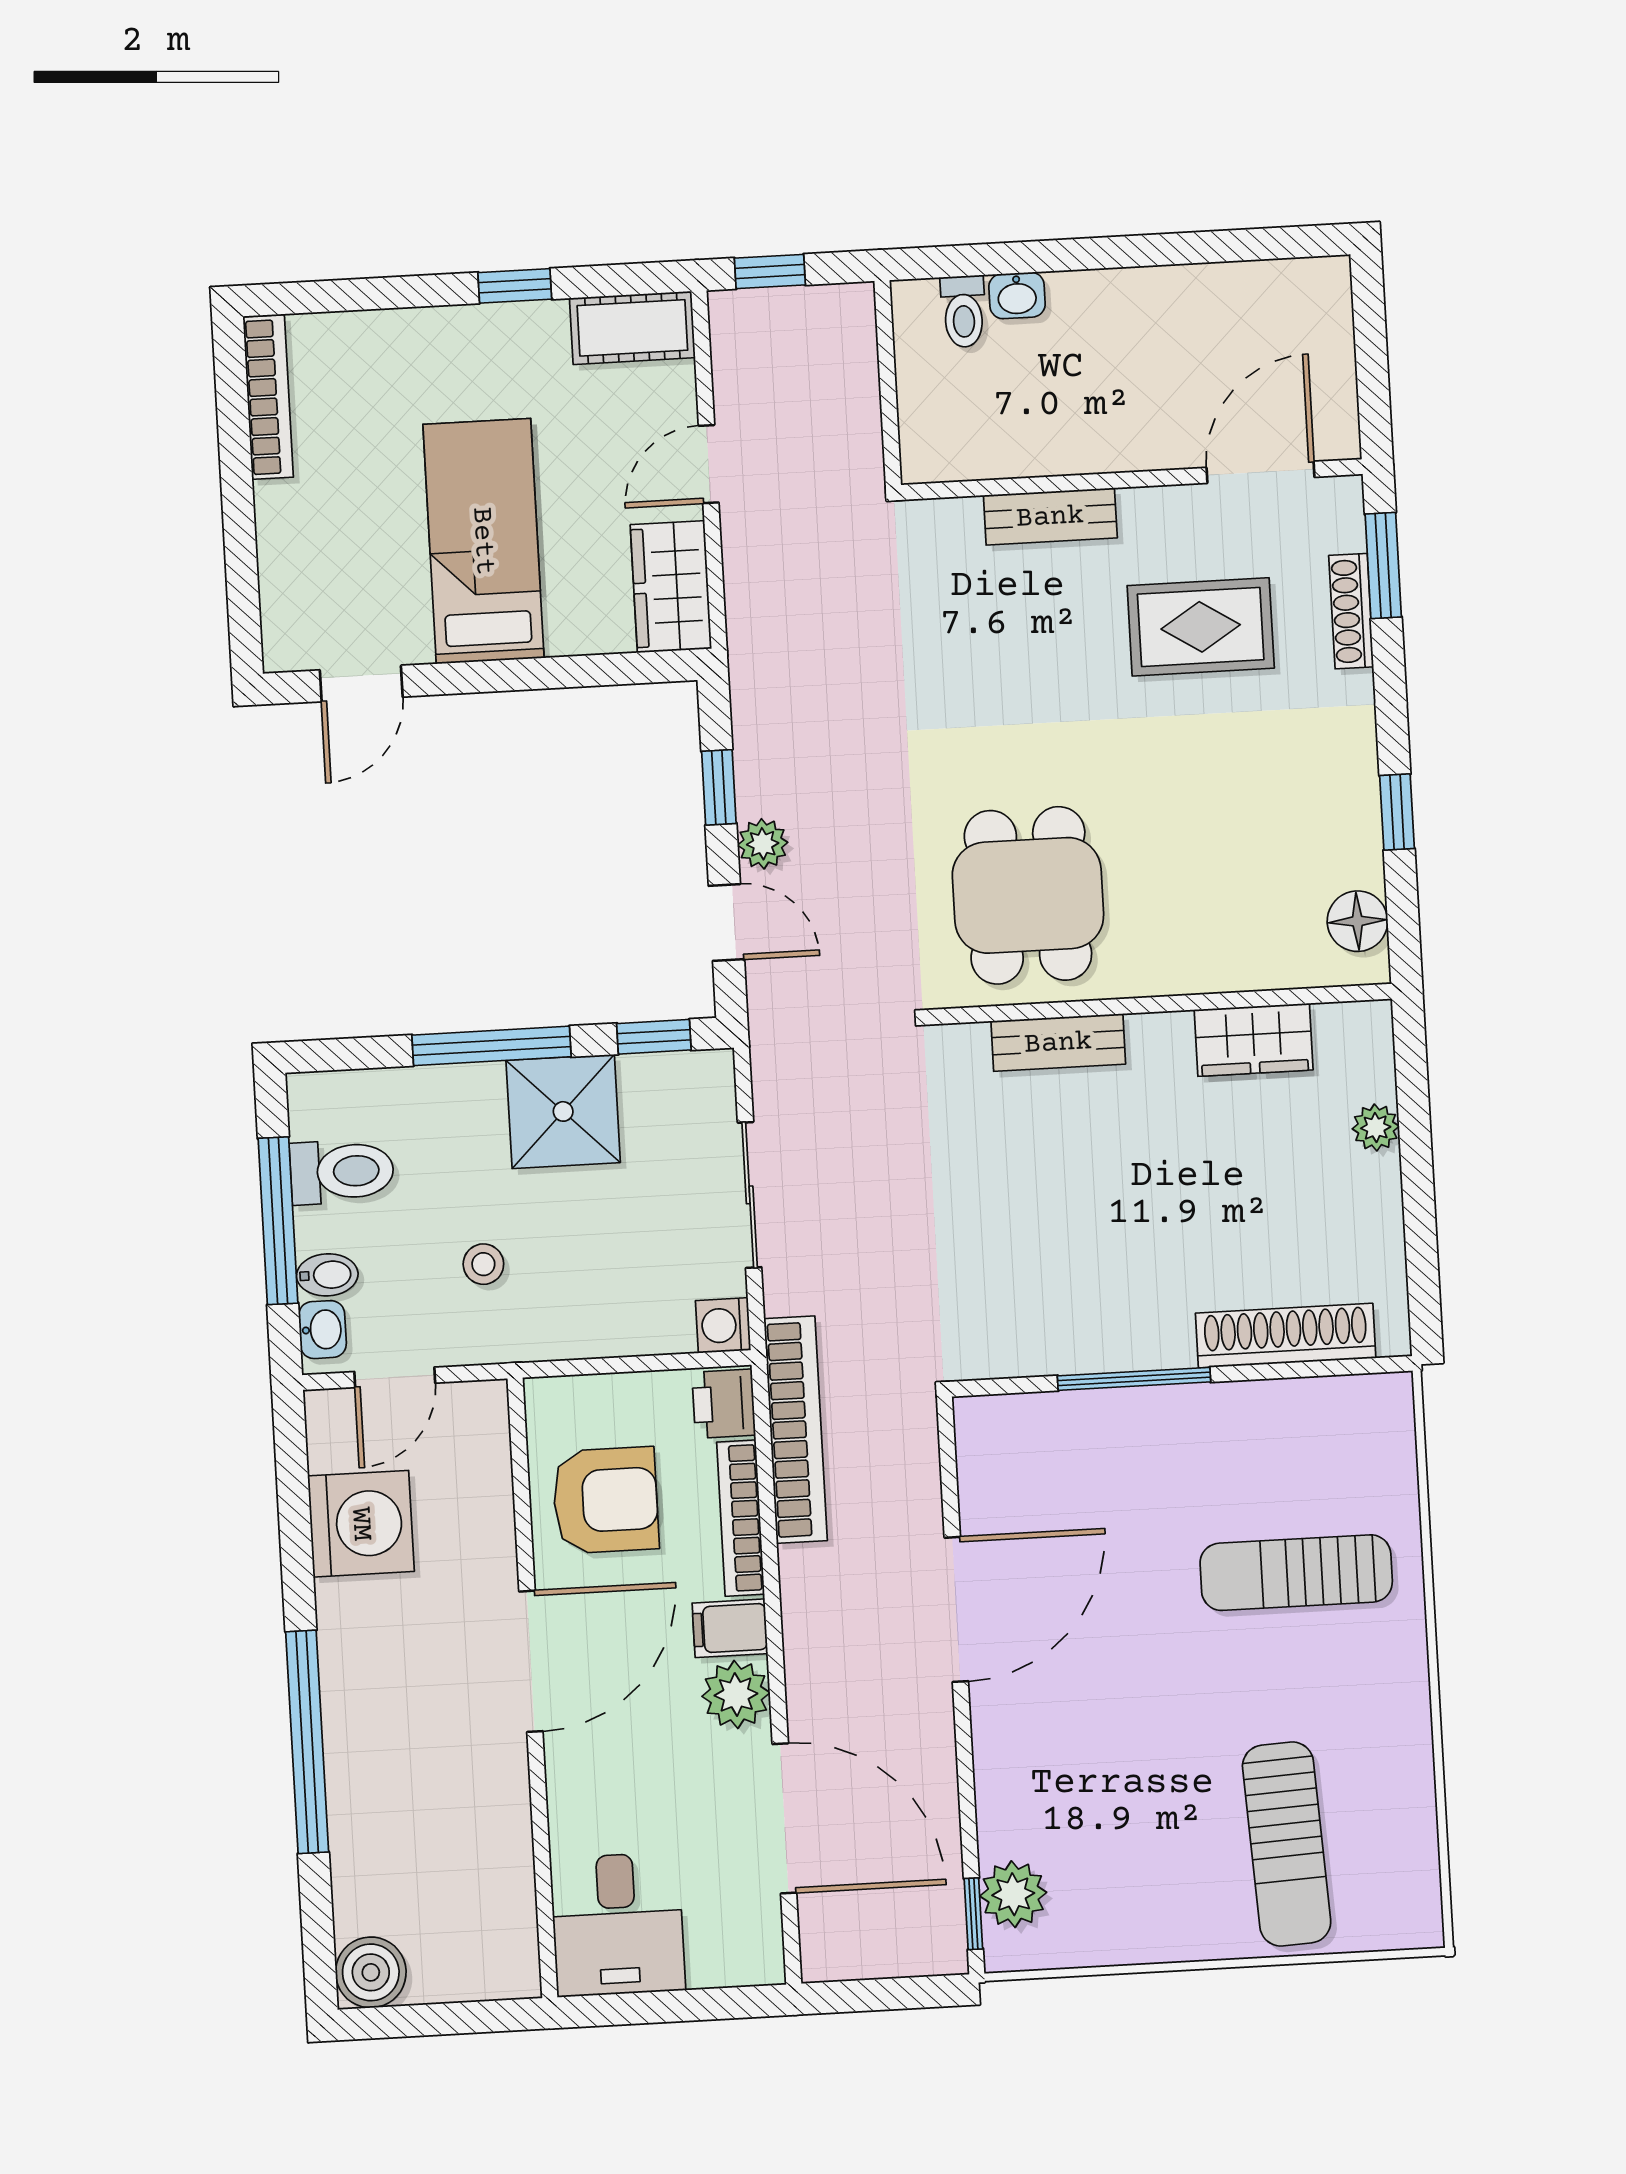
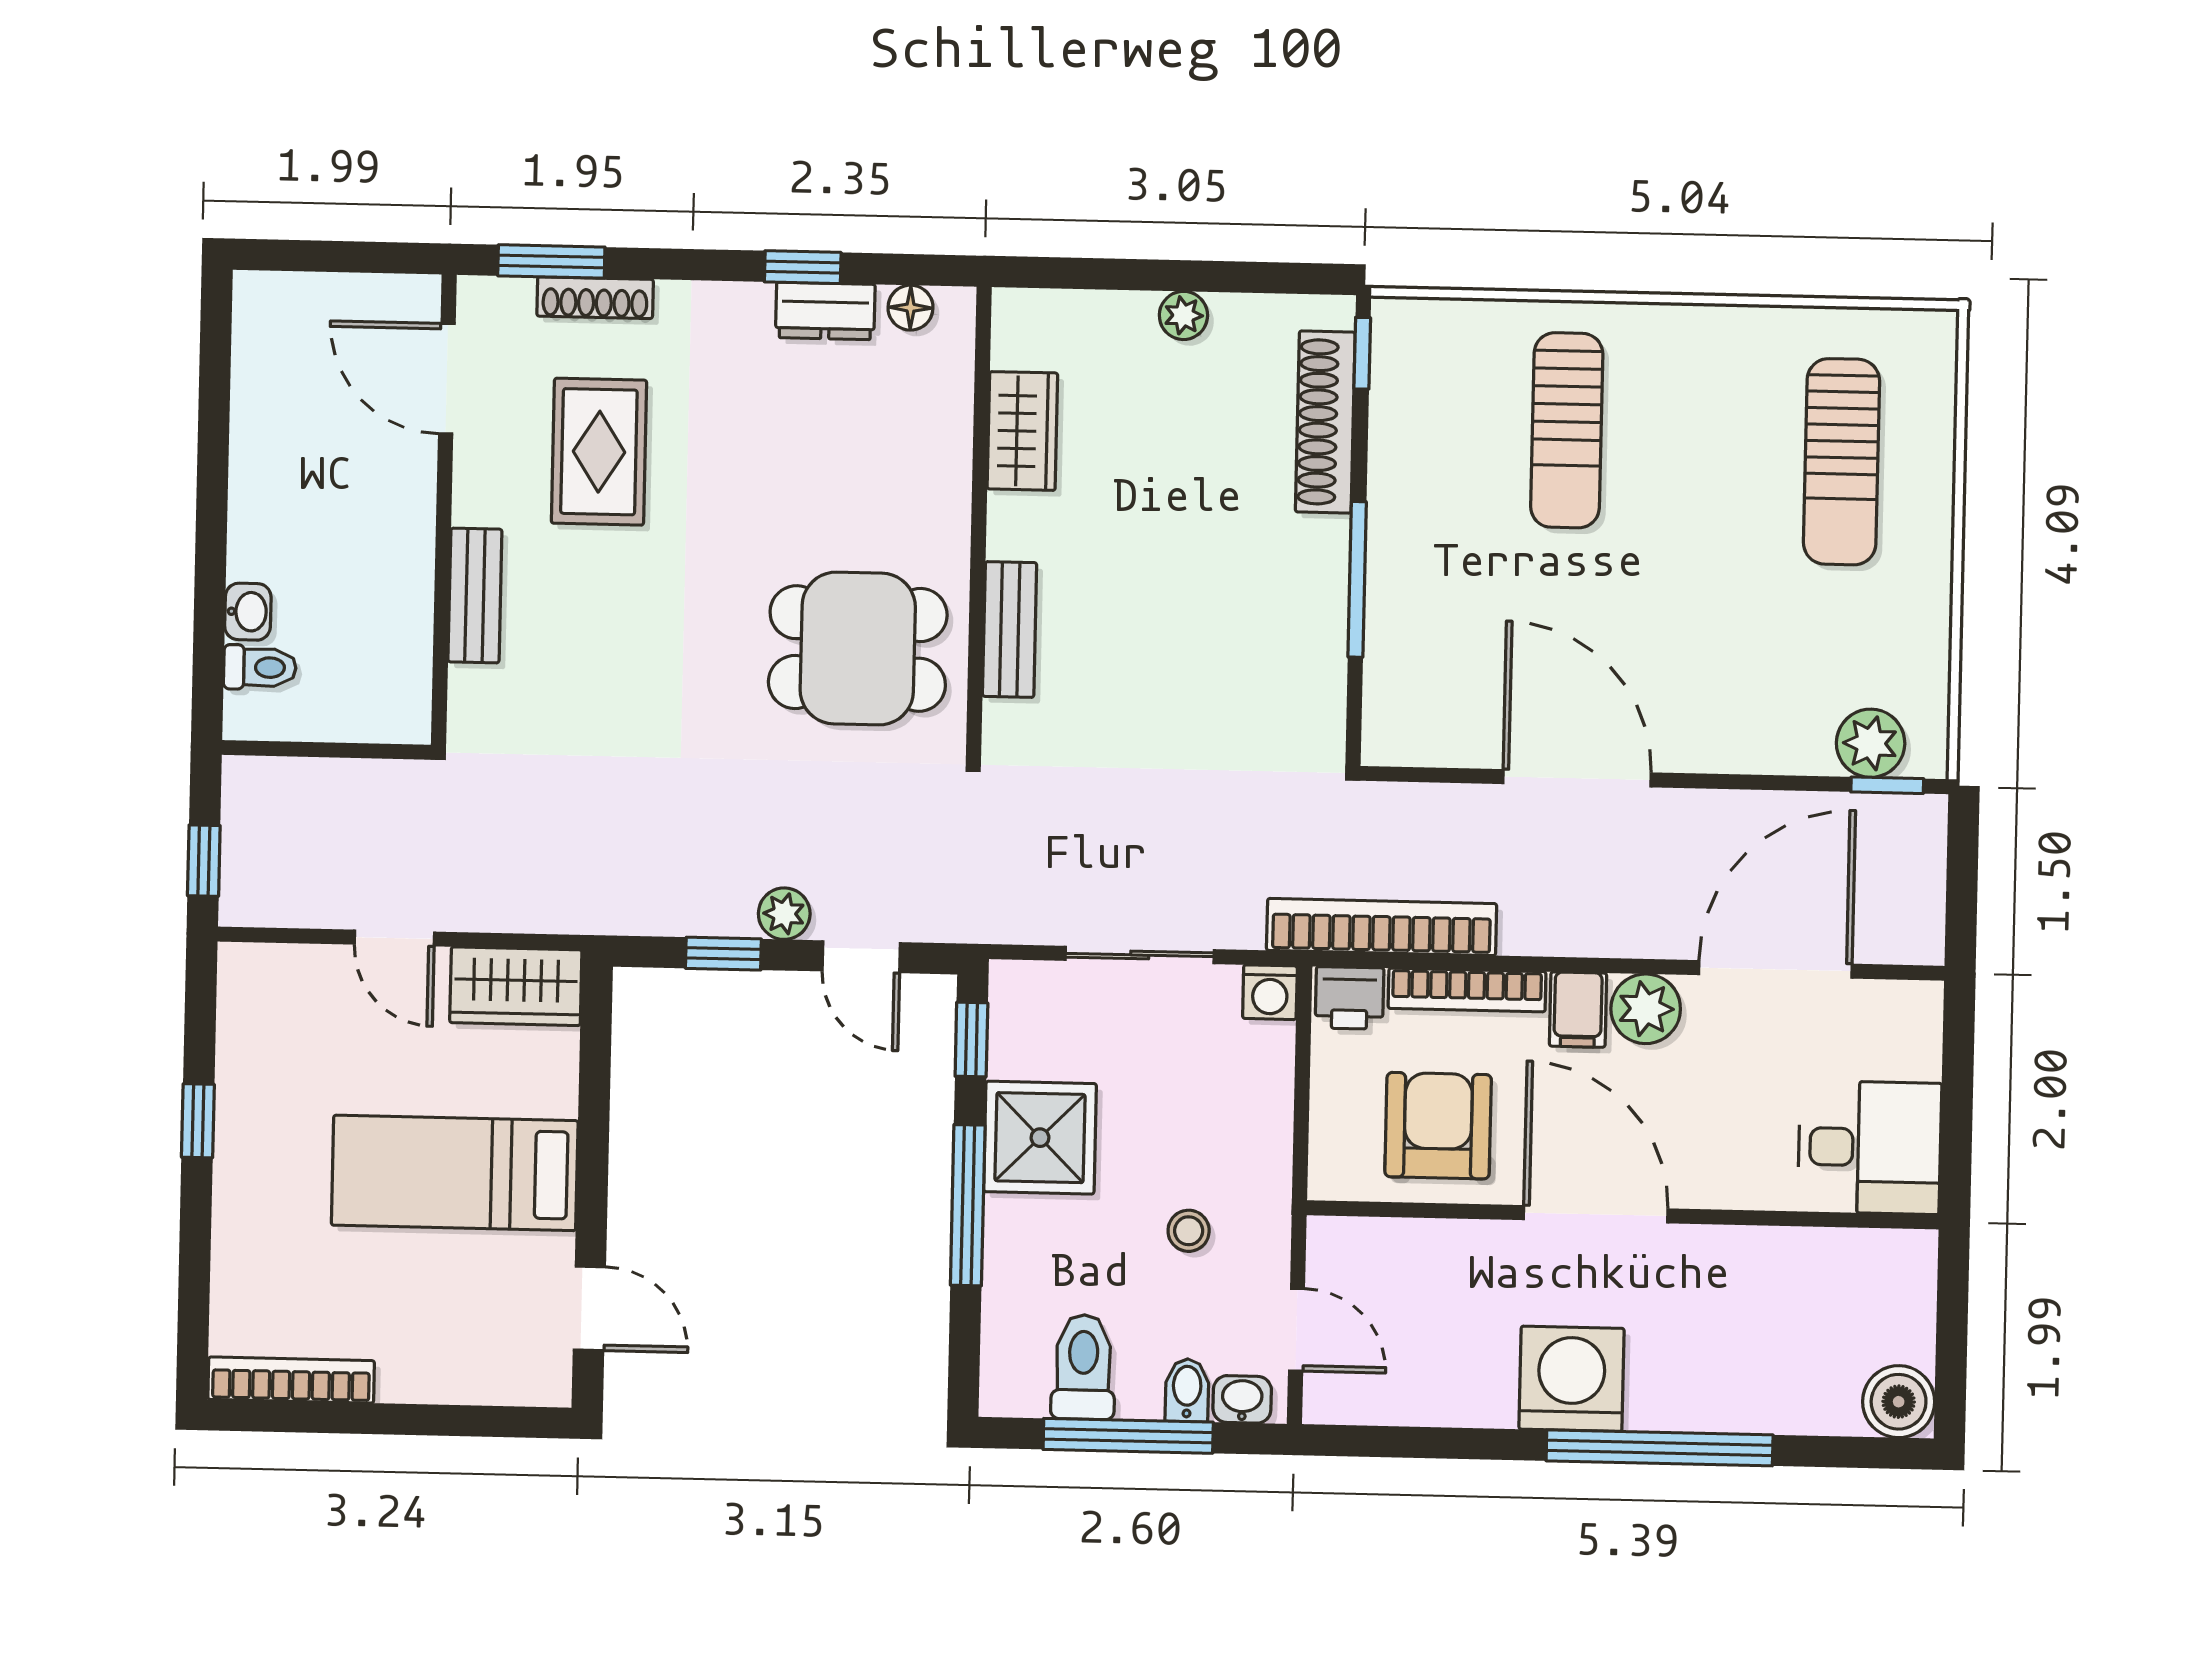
cot: (632, 328) -> (250, 1005), removed
dresser: (1356, 838) -> (825, 311), added
floor lamp: (1357, 921) -> (911, 308), width x0.73, depth x0.73
door: (726, 923) -> (861, 957), swing flipped
plant: (1376, 1128) -> (1183, 315), moved
window: (1356, 1367) -> (1362, 353), added
washing machine: (361, 1524) -> (1572, 1379), moved
sun lounger: (1287, 1844) -> (1841, 462), turned 93

